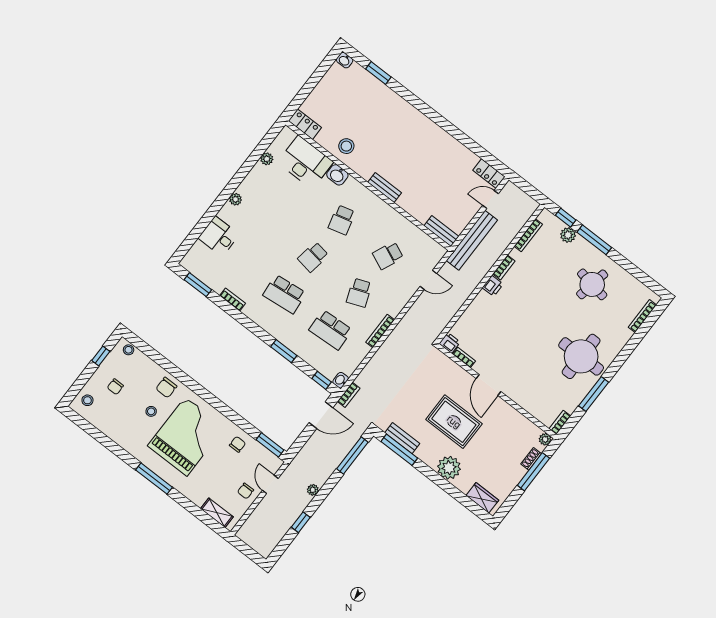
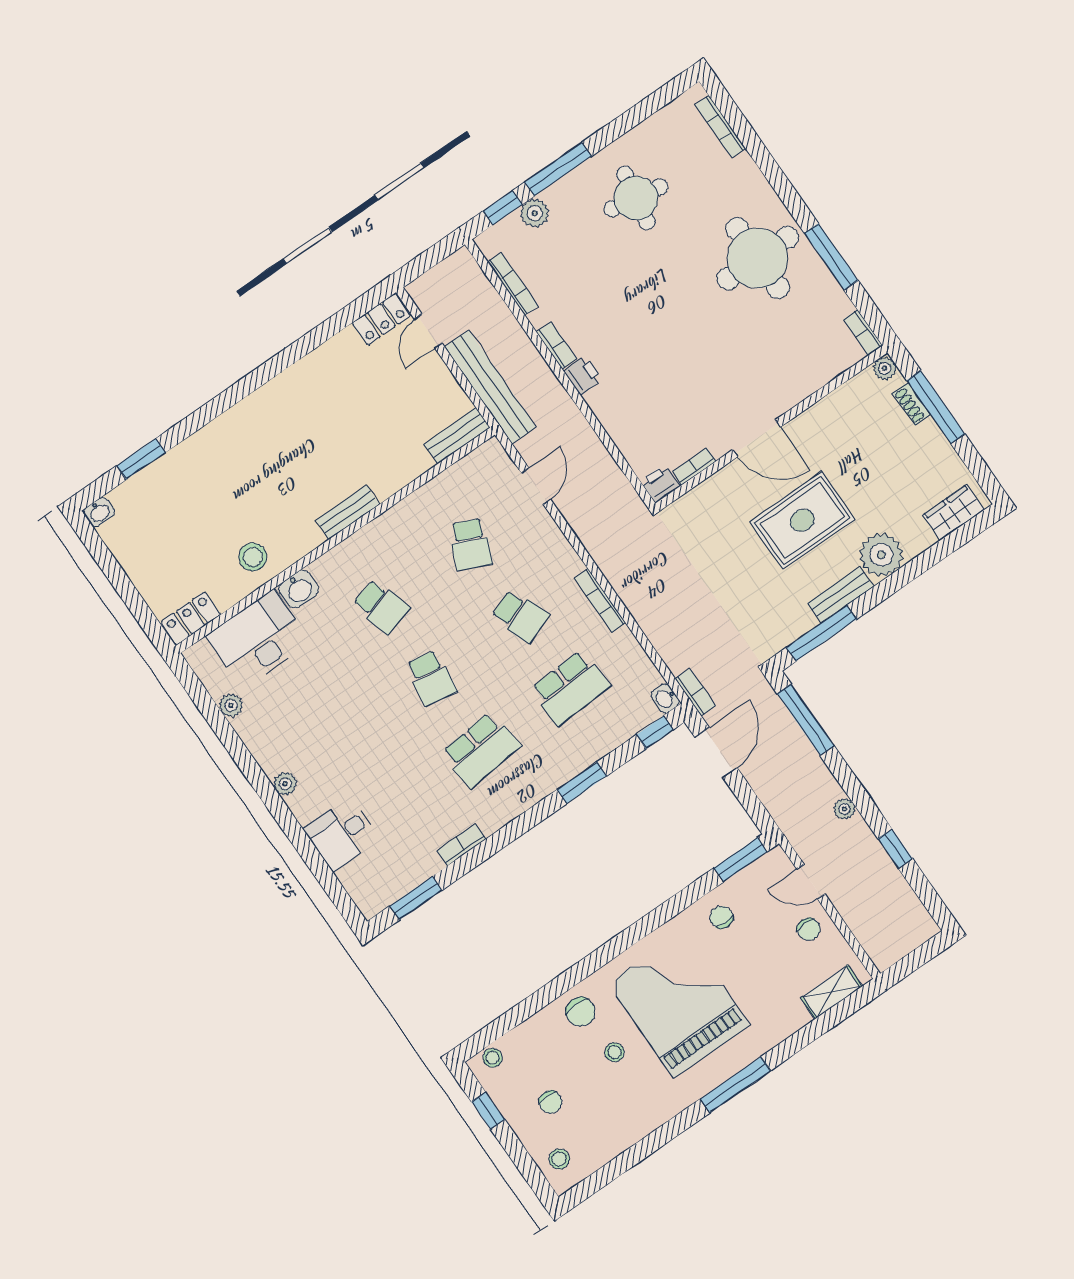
bench: (402, 438) -> (841, 595), moved

